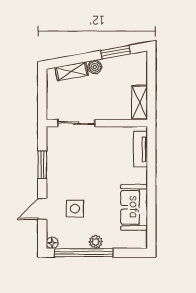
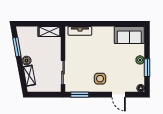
window: (42, 165) -> (80, 95), moved
sofa: (134, 207) -> (129, 35), moved
side table: (75, 209) -> (100, 79), moved
window: (84, 253) -> (147, 68), width x0.47

